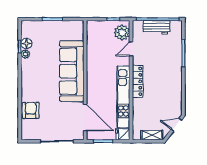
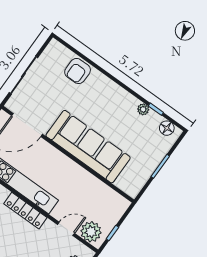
floor lamp: (26, 44) -> (167, 128), moved
door: (131, 49) -> (66, 229), hinge flipped
armchair: (31, 110) -> (78, 71), turned 90

